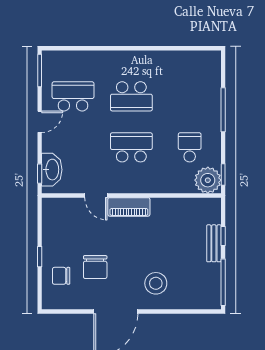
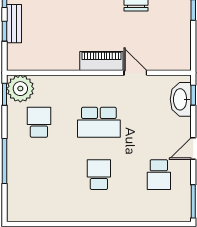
school desk: (73, 96) -> (159, 175), width x0.54
school desk: (131, 96) -> (99, 175), width x0.54
school desk: (190, 147) -> (39, 122), turned 180

